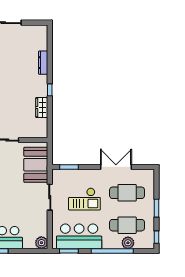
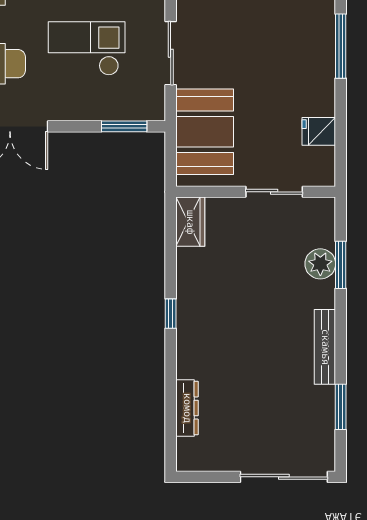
dresser: (43, 63) -> (187, 408), moved
wardrobe: (42, 107) -> (190, 222), moved

